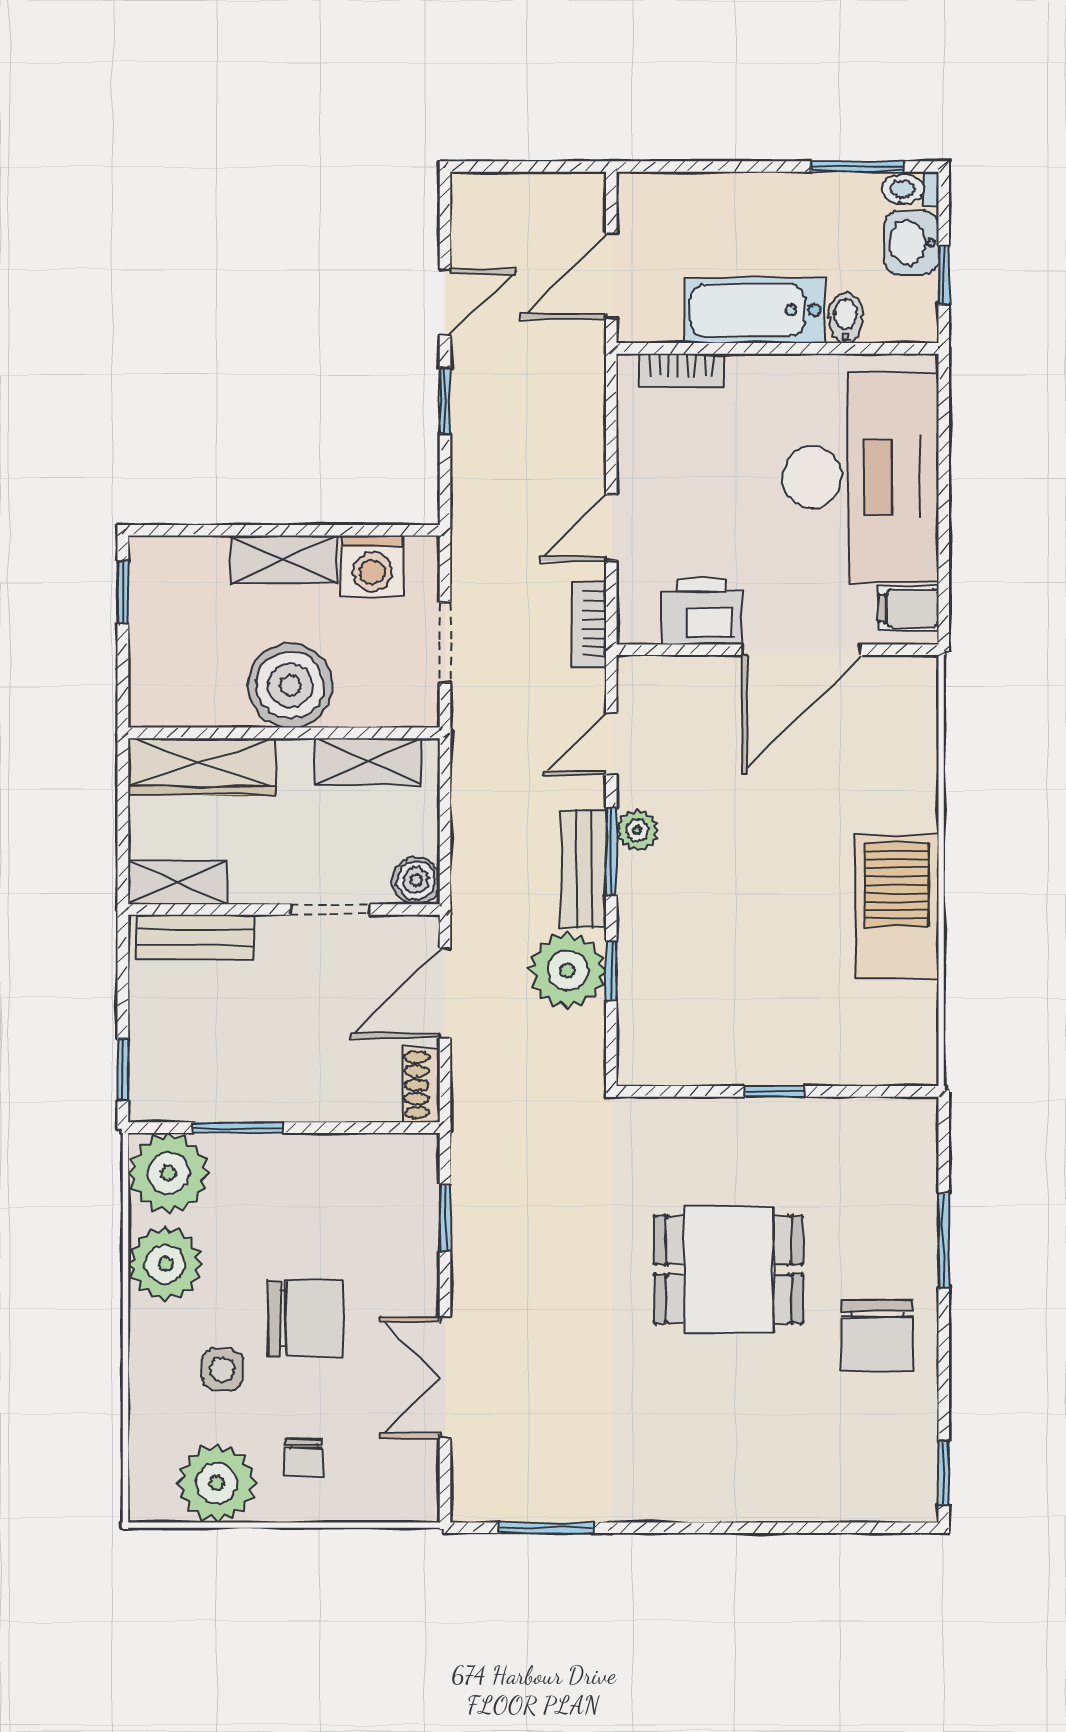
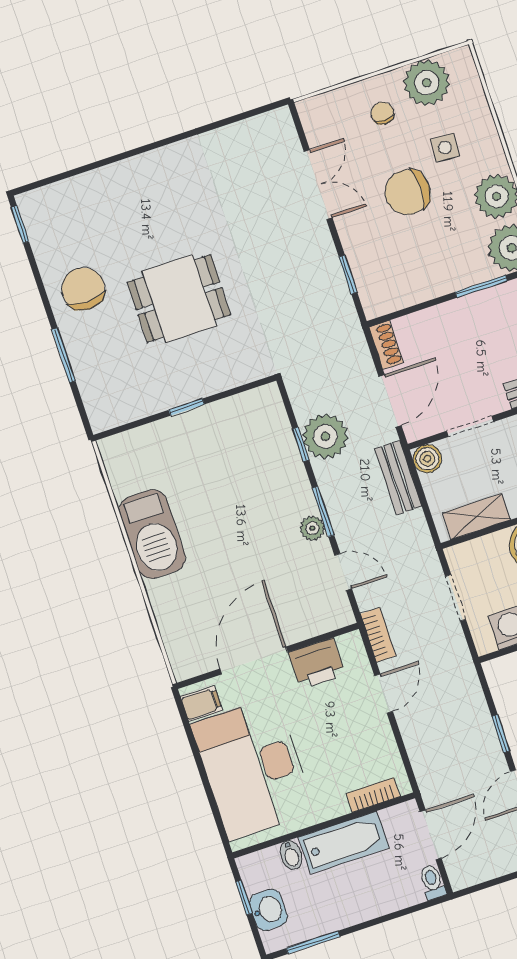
toilet: (910, 189) -> (432, 882), moved, turned -90
door: (611, 744) -> (343, 572), hinge flipped
bench: (583, 869) -> (398, 478), moved
window: (546, 1528) -> (233, 119), removed

